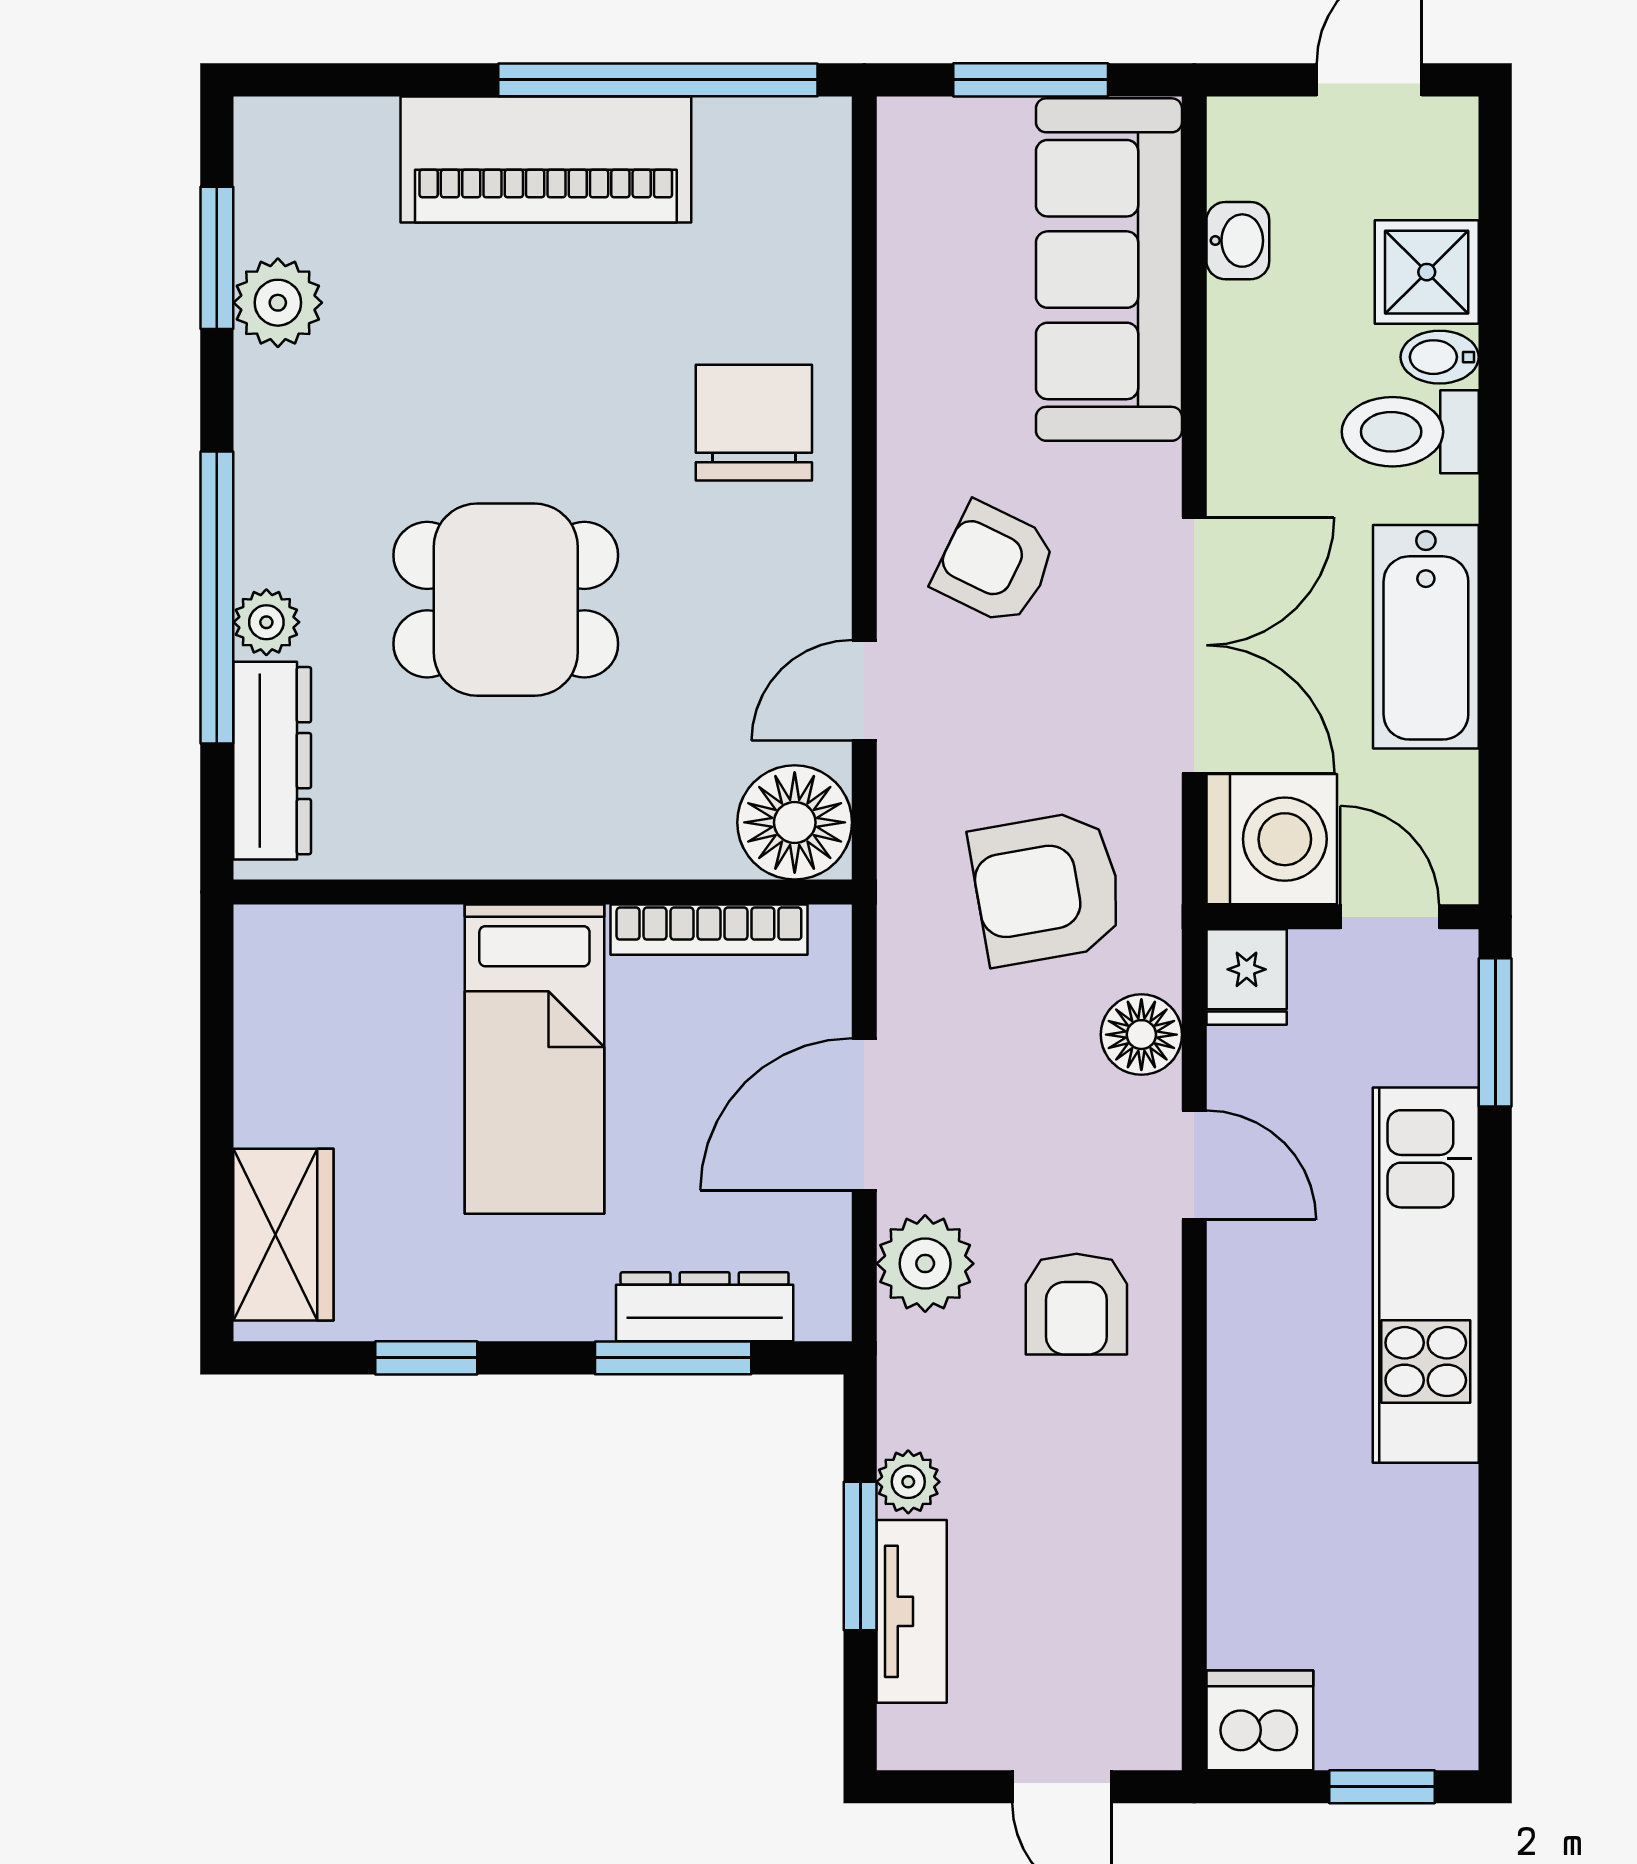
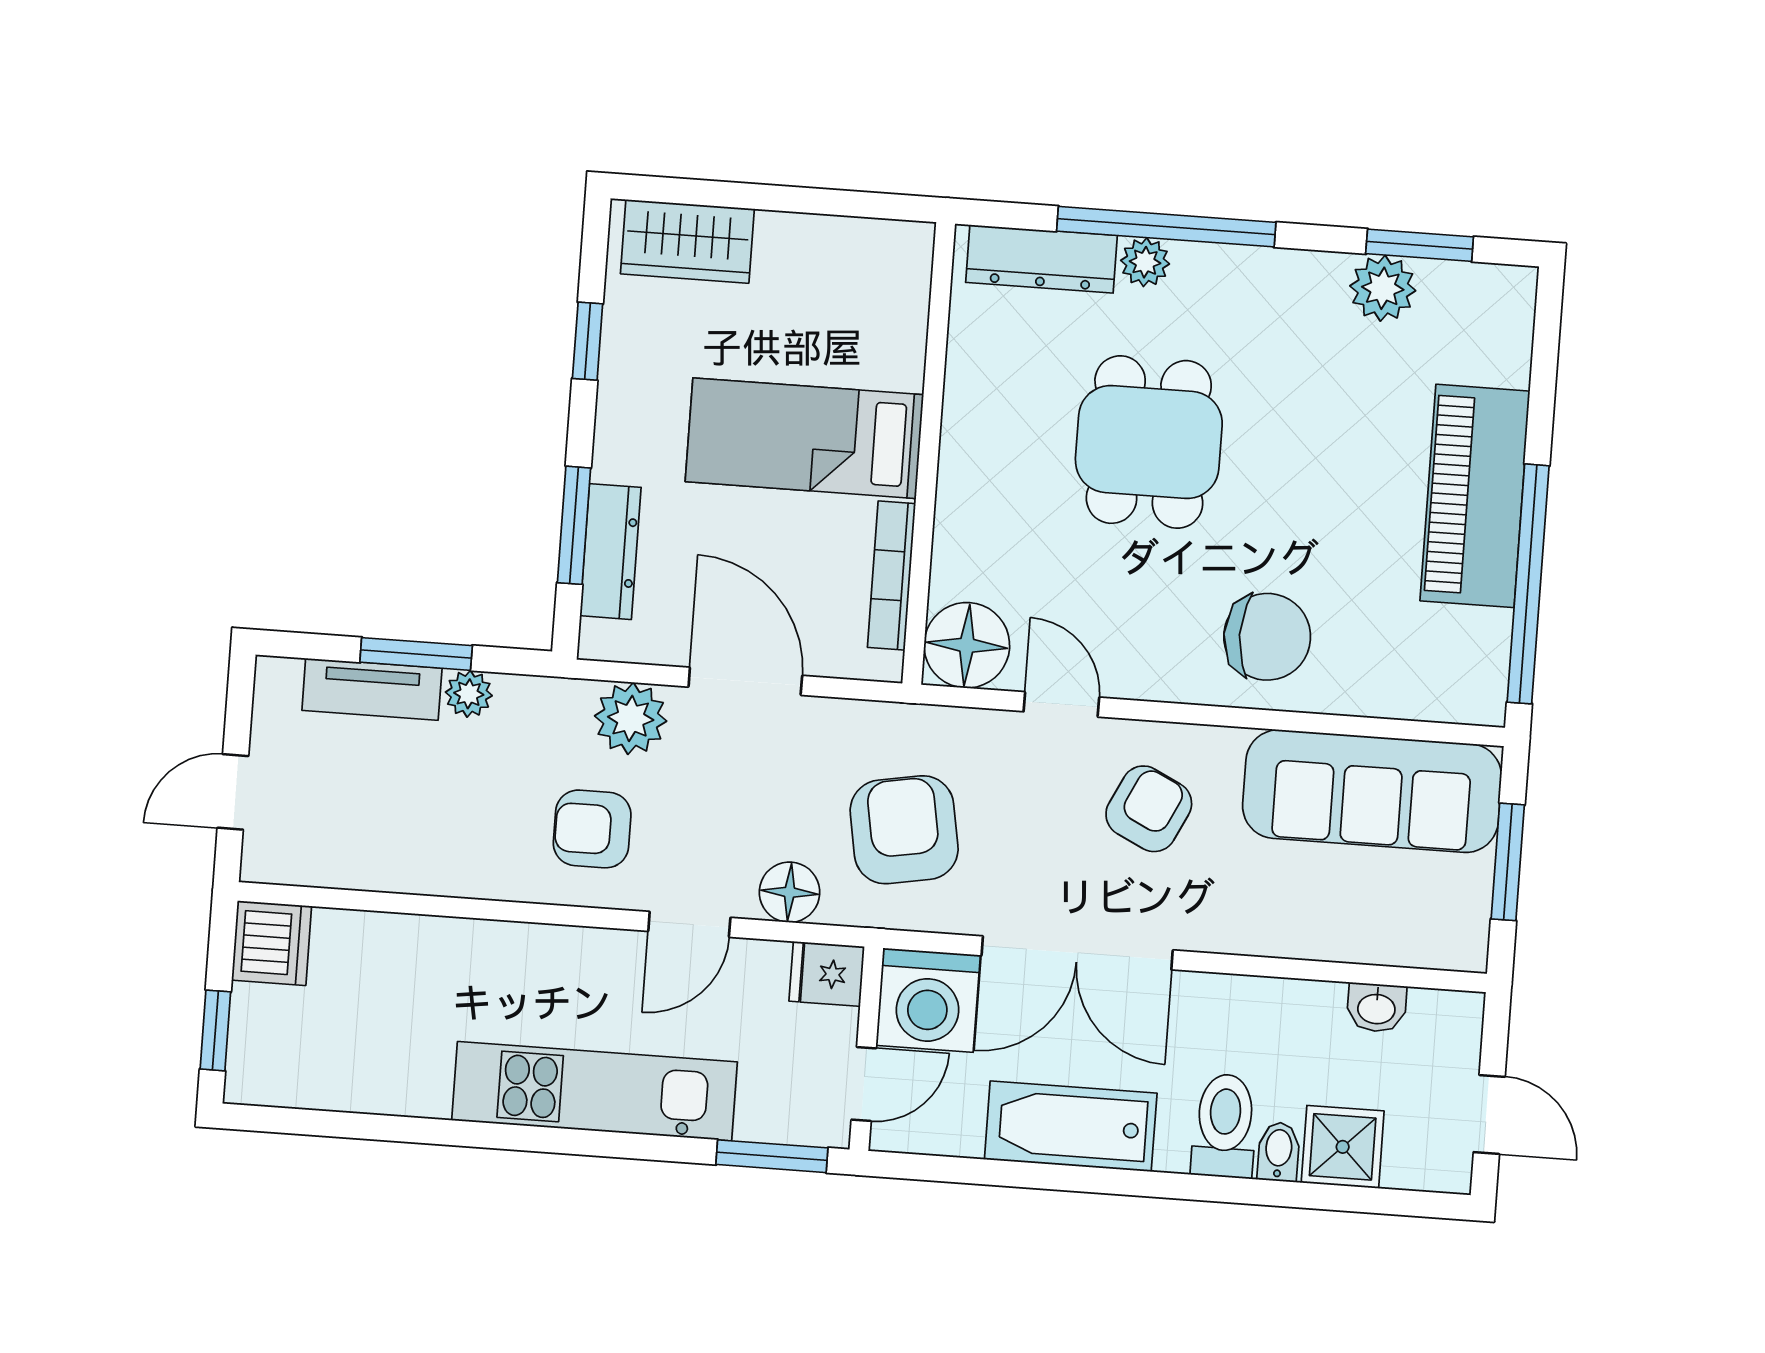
sofa: (1109, 270) -> (1372, 791), moved, turned 180

